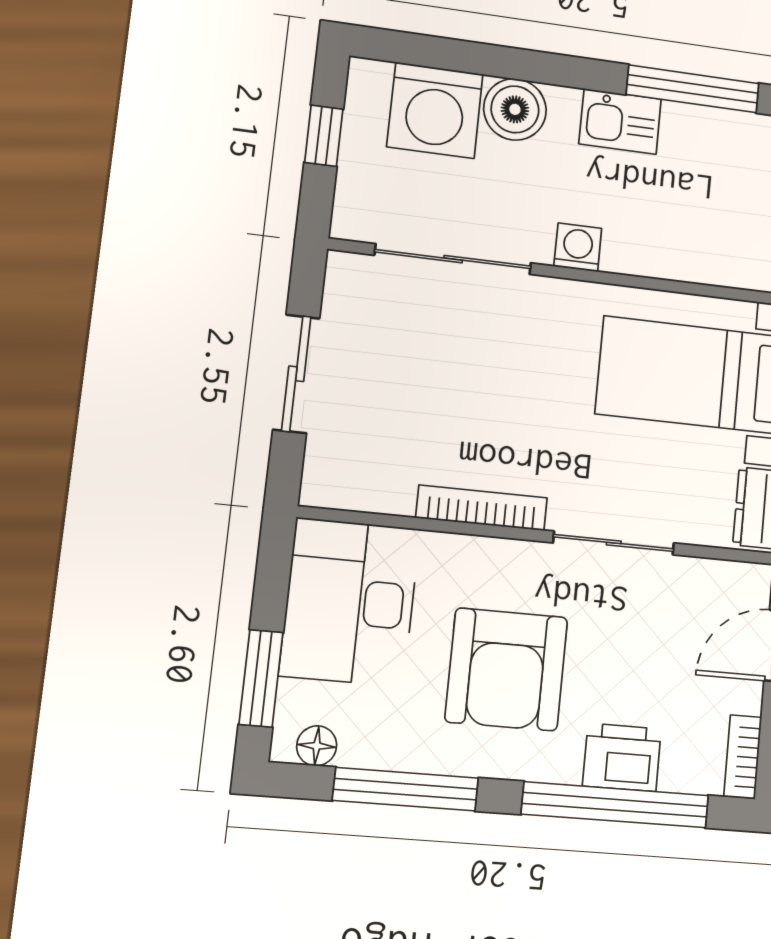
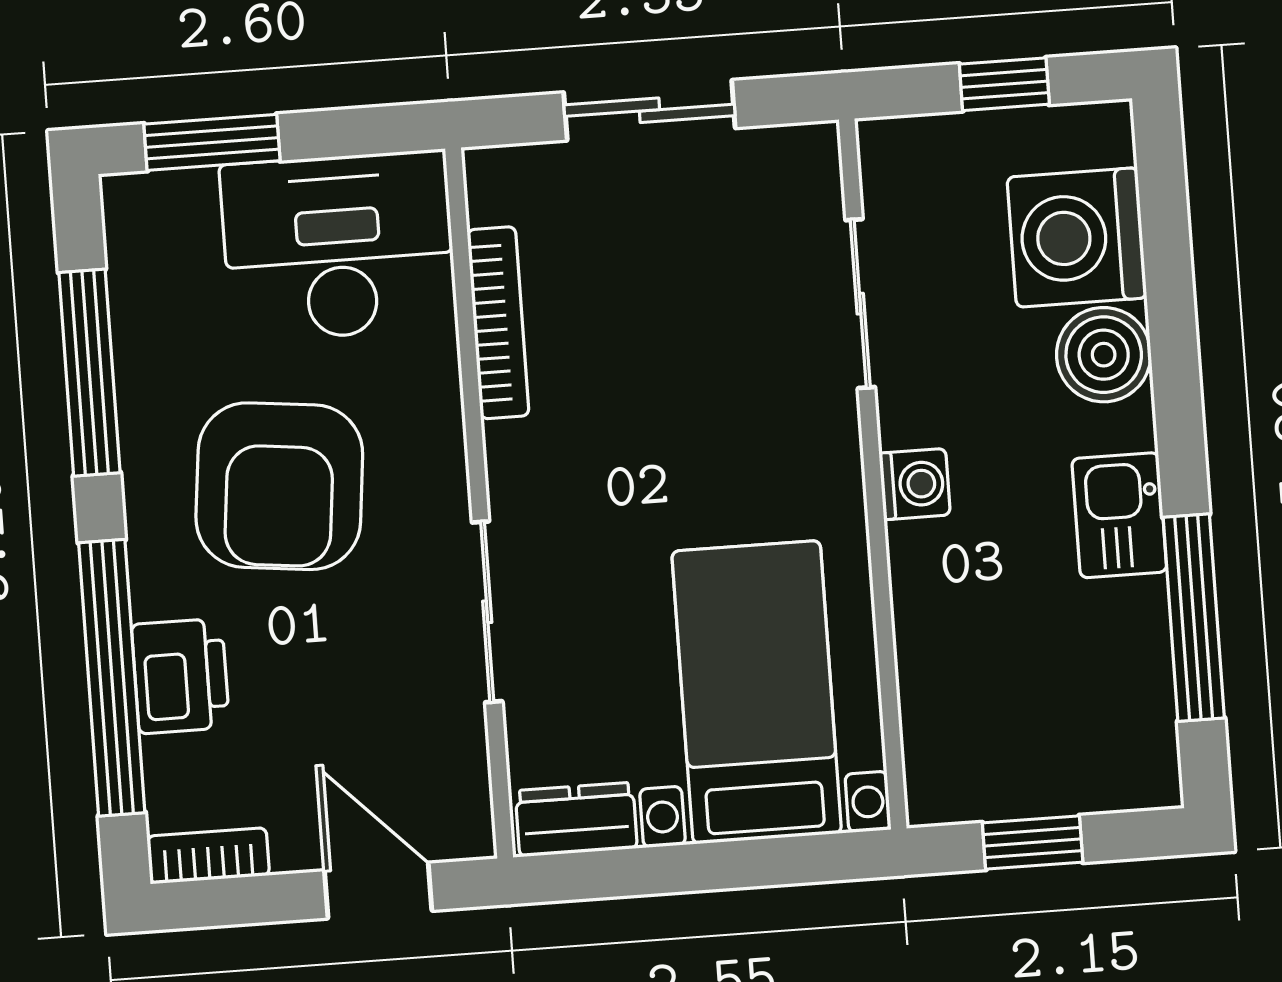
sliding door: (453, 259) -> (860, 304), width x0.73
bookcase: (482, 508) -> (498, 323), moved
armchair: (506, 669) -> (279, 486), turned -84
floor lamp: (317, 746) -> (131, 237), removed

